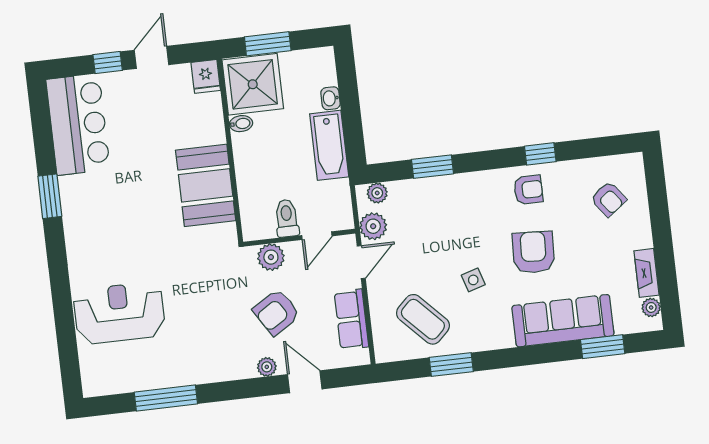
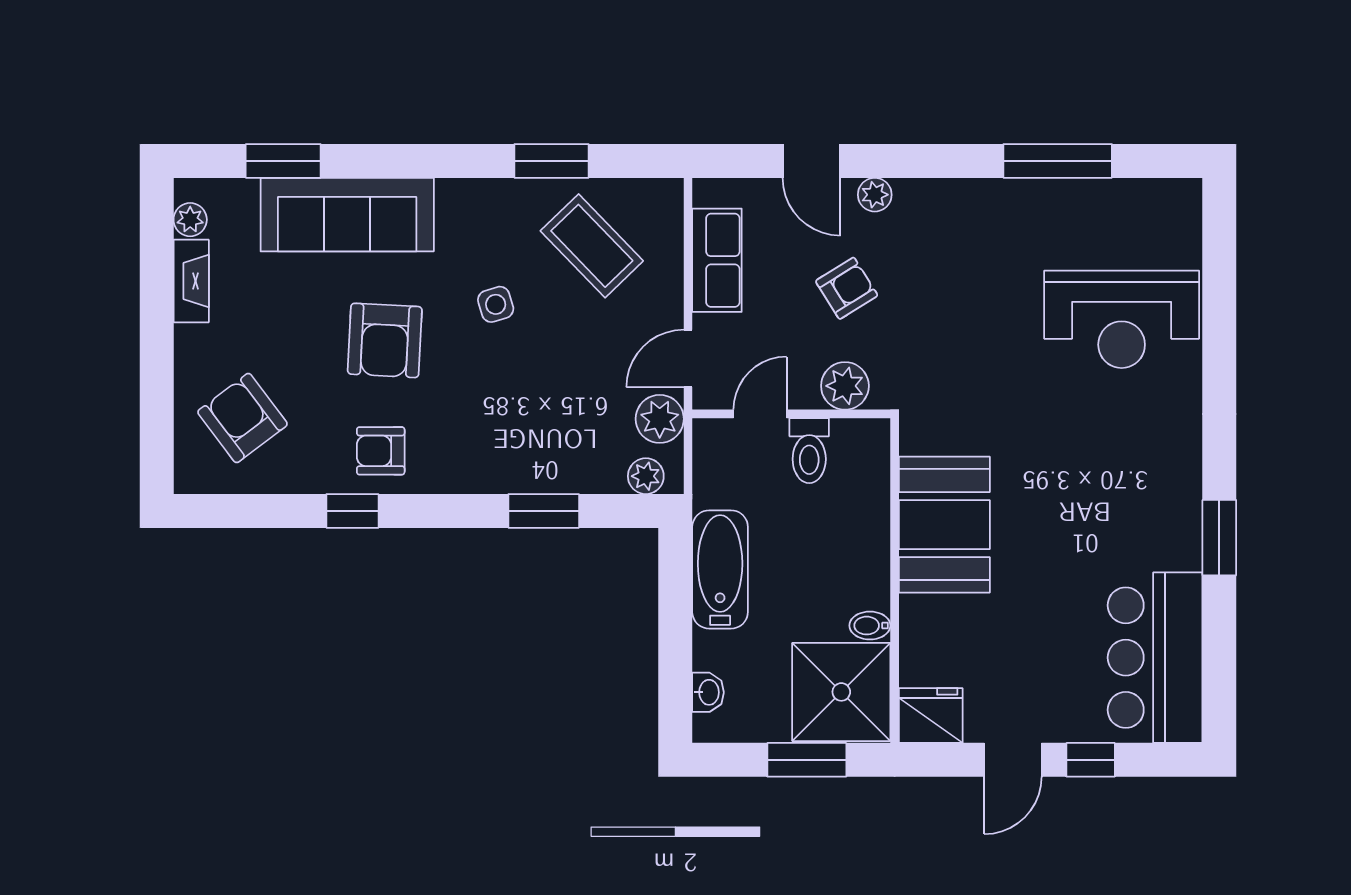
fridge: (206, 76) -> (931, 715), width x1.38
washbasin: (331, 98) -> (708, 692), moved
armchair: (608, 199) -> (242, 418), width x1.38, depth x1.38
armchair: (276, 312) -> (847, 288), width x0.72, depth x0.72

